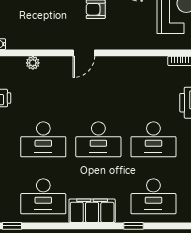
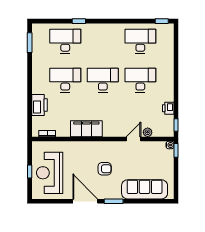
door: (84, 53) -> (134, 139), moved
filing cabinet: (92, 211) -> (86, 129), moved, turned 180

